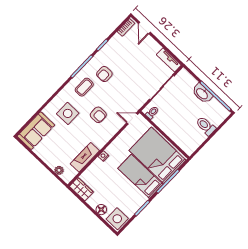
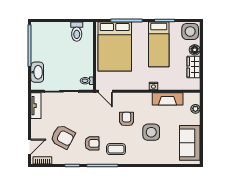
armchair: (129, 58) -> (63, 137), added
washbasin: (202, 93) -> (37, 72), moved
side table: (68, 113) -> (151, 132), moved
toilet: (206, 126) -> (77, 32), moved
sofa: (36, 131) -> (190, 143), moved, turned -90
bed: (140, 176) -> (159, 44), moved
wardrobe: (81, 189) -> (194, 67), moved

